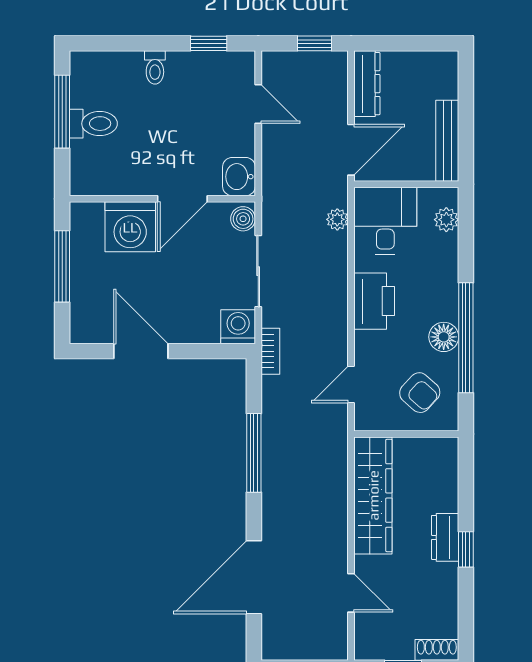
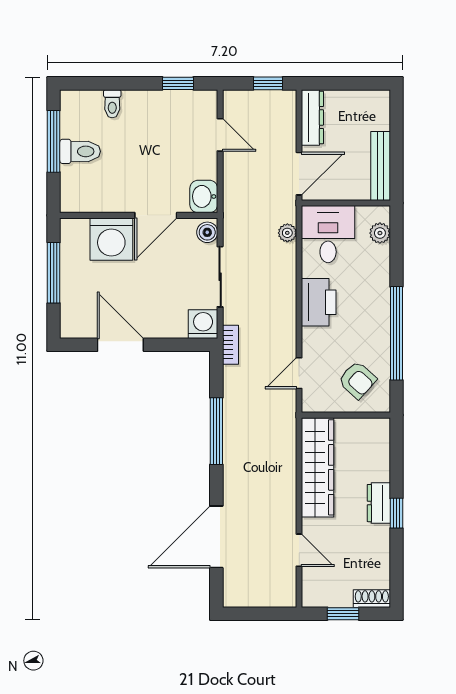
toilet: (155, 67) -> (112, 104), moved
floor lamp: (444, 337) -> (378, 333), removed

